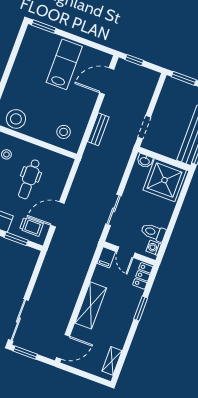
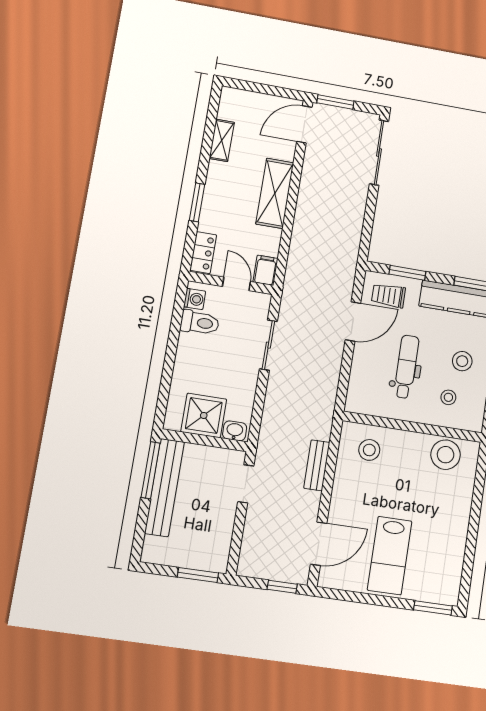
shower: (165, 180) -> (204, 415), width x0.73, depth x0.73
window: (25, 353) -> (335, 102), moved
shelving: (112, 361) -> (222, 140), moved

